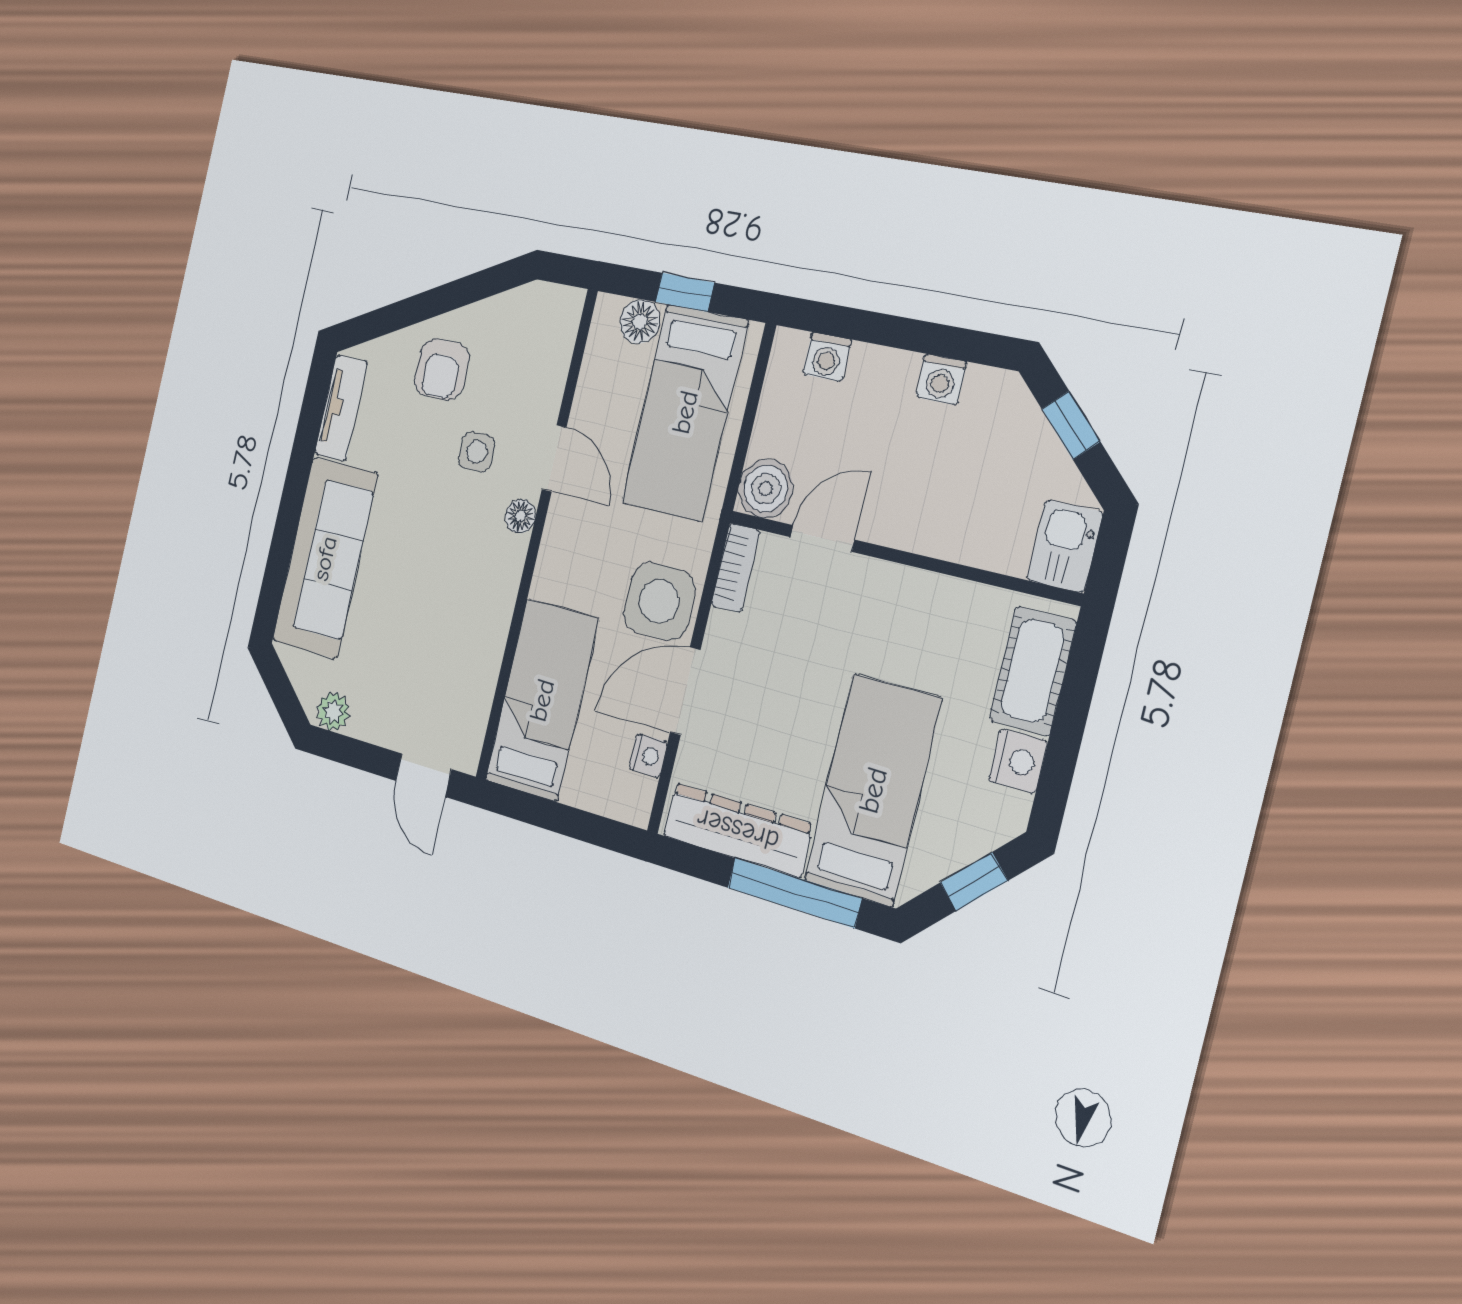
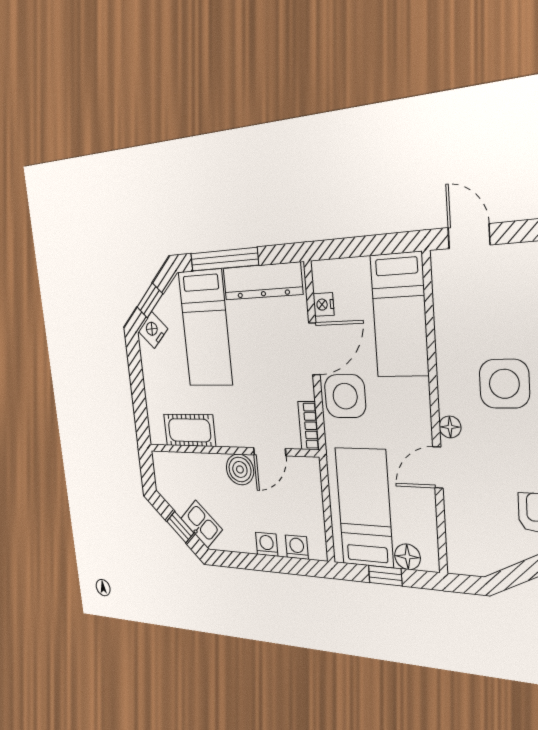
washing machine: (941, 379) -> (267, 544), moved
side table: (477, 452) -> (504, 384), moved, width x1.87, depth x1.87
door: (554, 458) -> (438, 467), hinge flipped
boiler: (766, 489) -> (240, 469), moved
kitchen sink: (1065, 546) -> (202, 524), moved, turned -45
cot: (1033, 671) -> (190, 430), moved, turned 90
nightstand: (1018, 761) -> (153, 330), moved, turned 45

